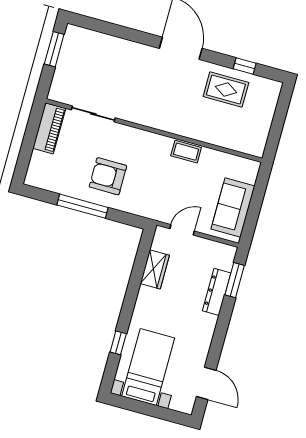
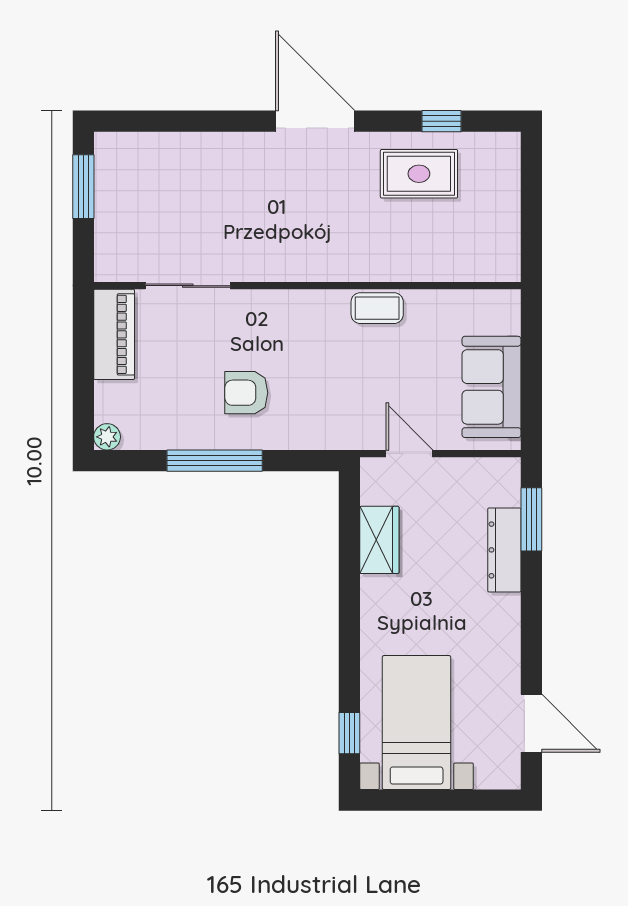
armchair: (108, 176) -> (246, 393), width x0.72, depth x0.72
plant: (31, 179) -> (107, 437), added
door: (182, 230) -> (409, 454), hinge flipped
window: (118, 343) -> (349, 733), moved

